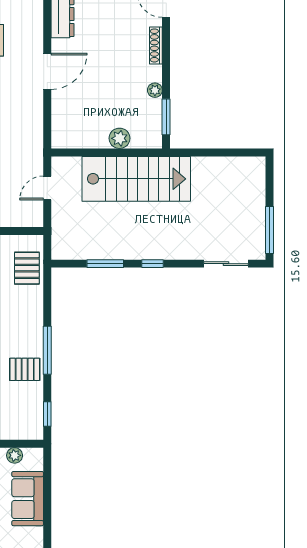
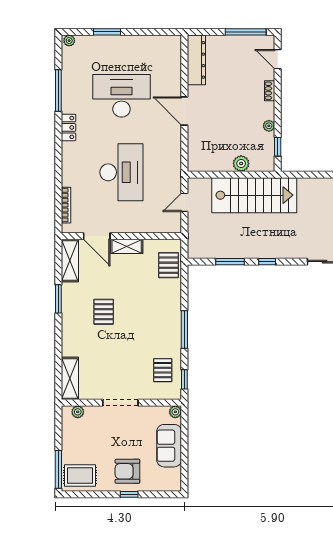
shoe rack: (156, 45) -> (270, 91), width x0.70
door: (47, 71) -> (184, 111), swing flipped
window: (166, 117) -> (278, 147), width x0.67
pallet: (25, 369) -> (163, 370), moved, turned 90
plant: (15, 455) -> (175, 412), moved

